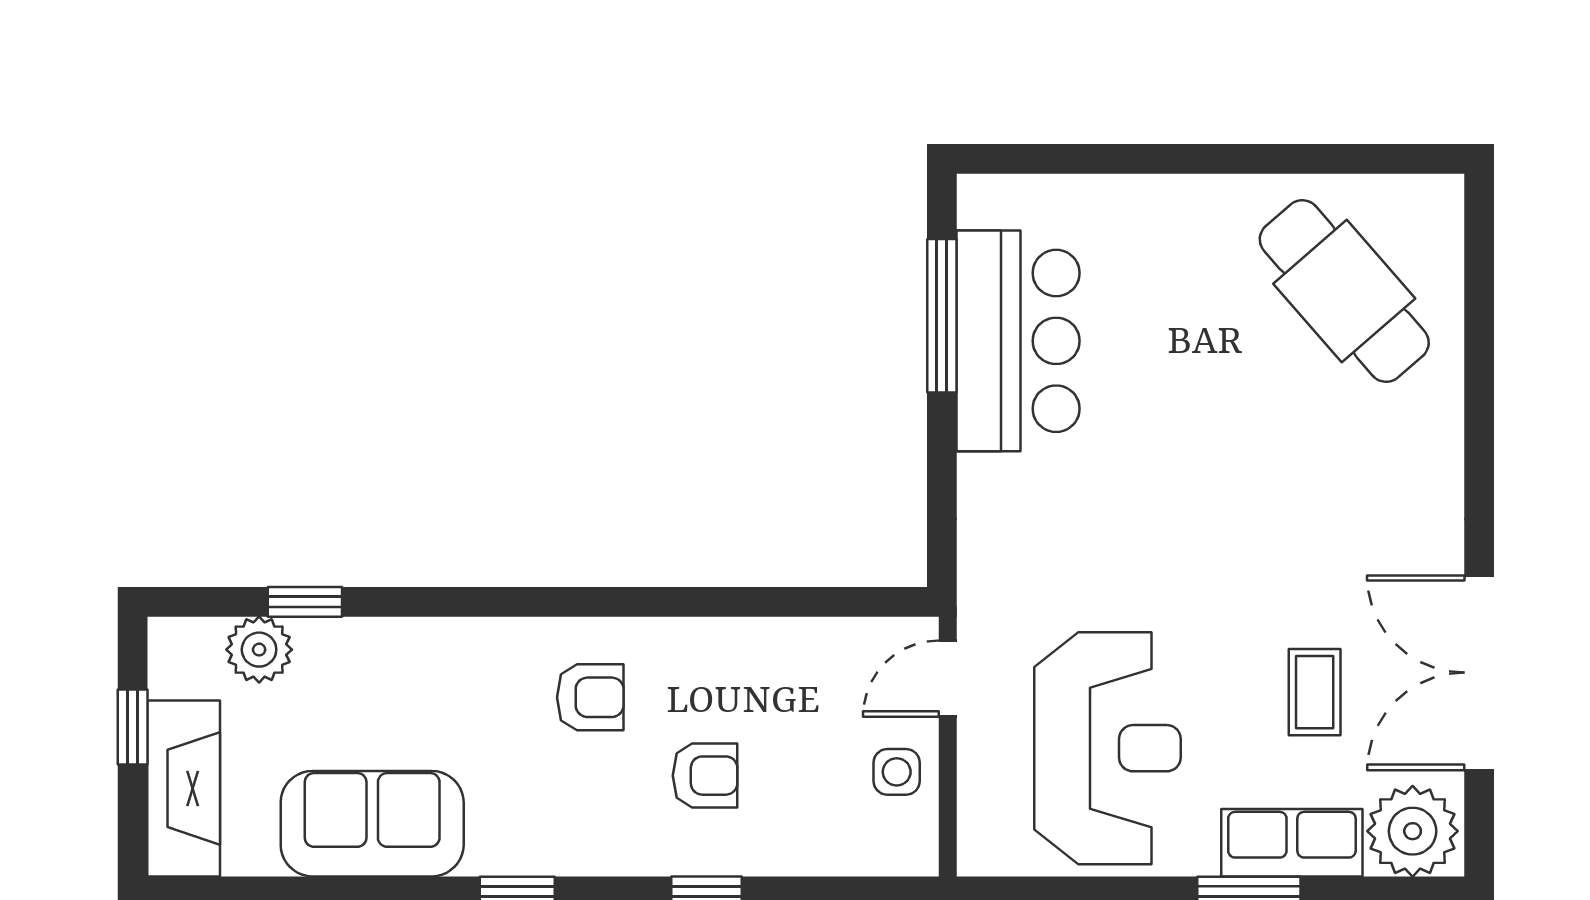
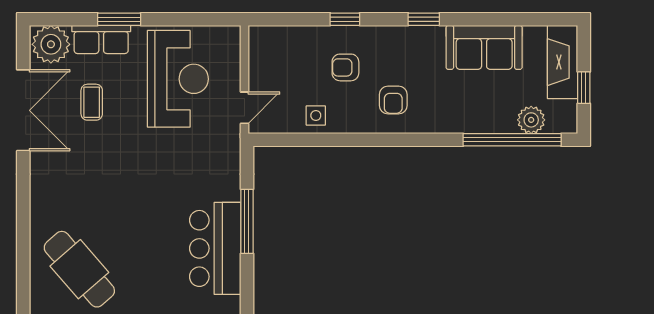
window: (942, 316) -> (247, 221), moved
window: (305, 602) -> (512, 140), width x3.17
armchair: (590, 697) -> (393, 100), turned -90
reception desk: (1108, 748) -> (178, 79), turned 180
side table: (897, 772) -> (316, 115), moved

